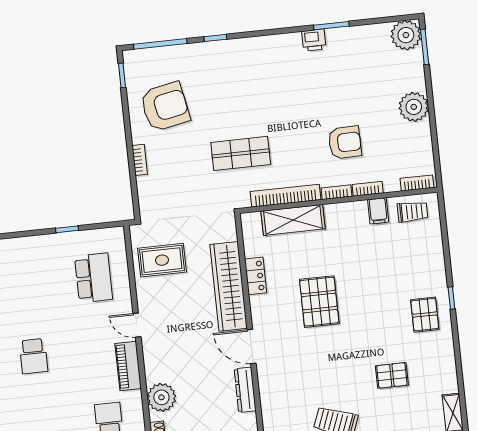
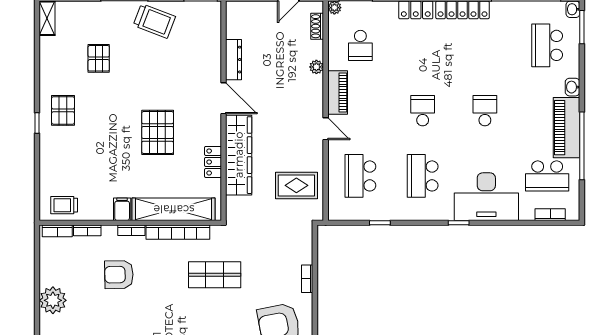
bookcase: (368, 189) -> (87, 230), moved
filing cabinet: (378, 211) -> (122, 209), moved
shelving: (293, 220) -> (174, 209), width x1.47
school desk: (26, 285) -> (423, 176), added
pallet: (392, 375) -> (99, 58), turned 90
plant: (161, 397) -> (316, 67), width x0.53, depth x0.53

